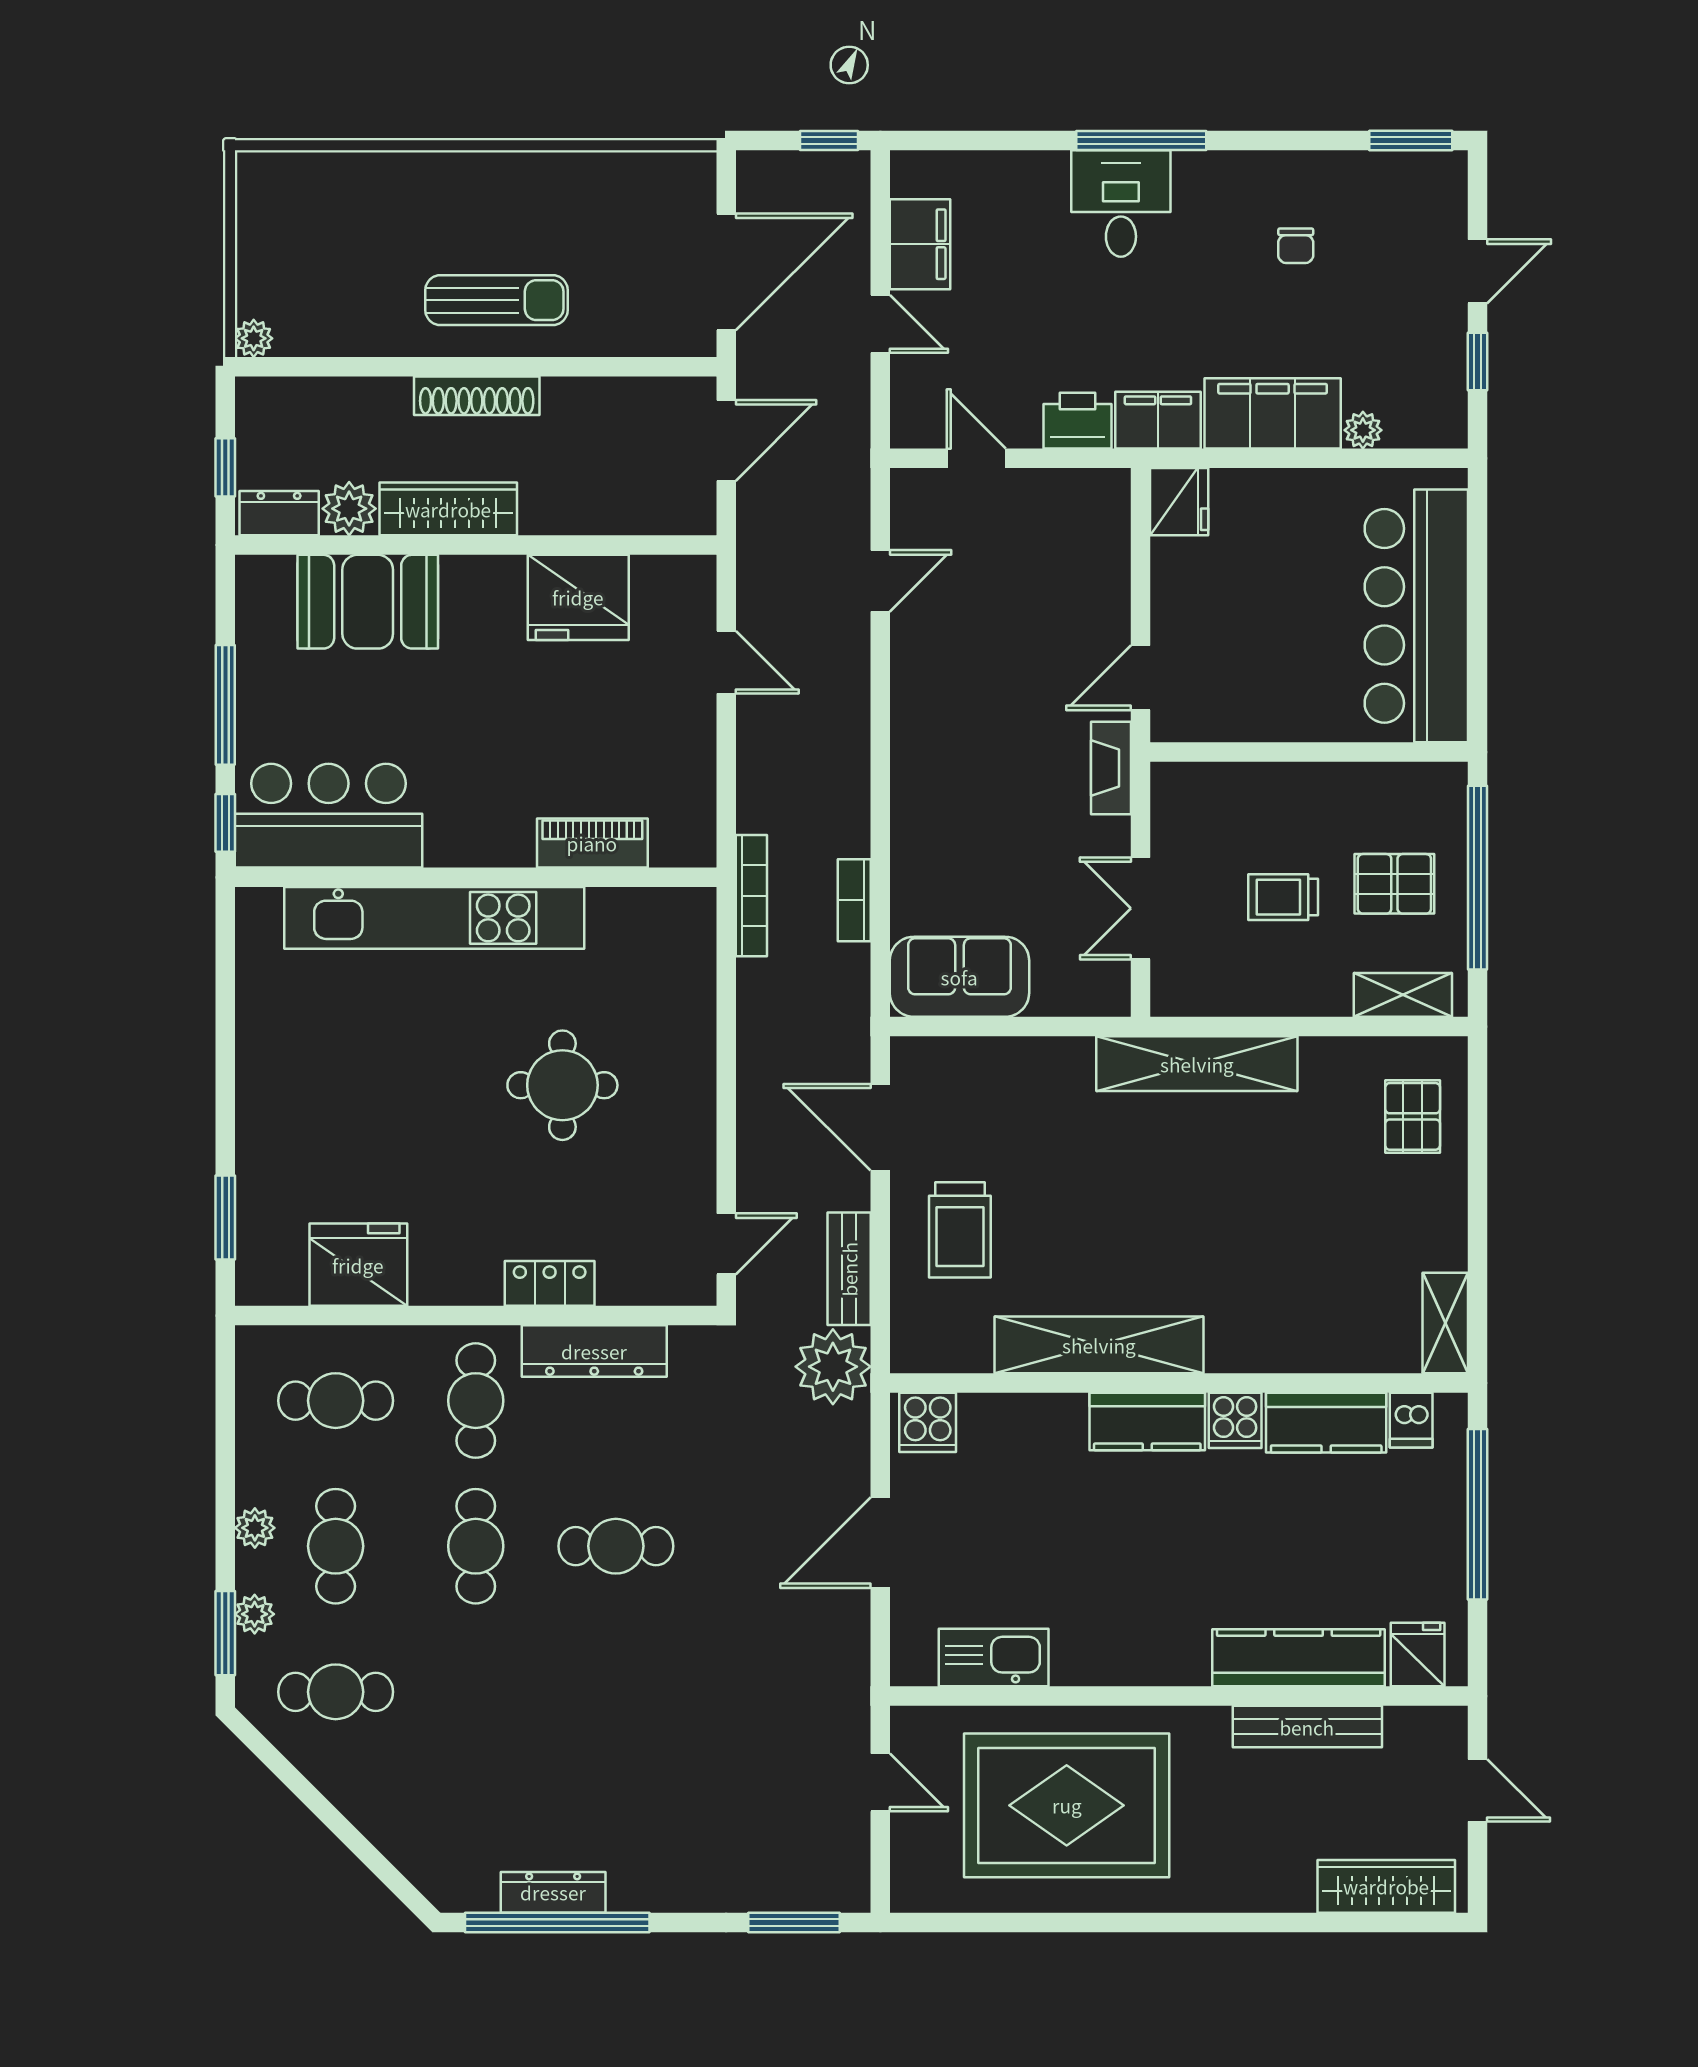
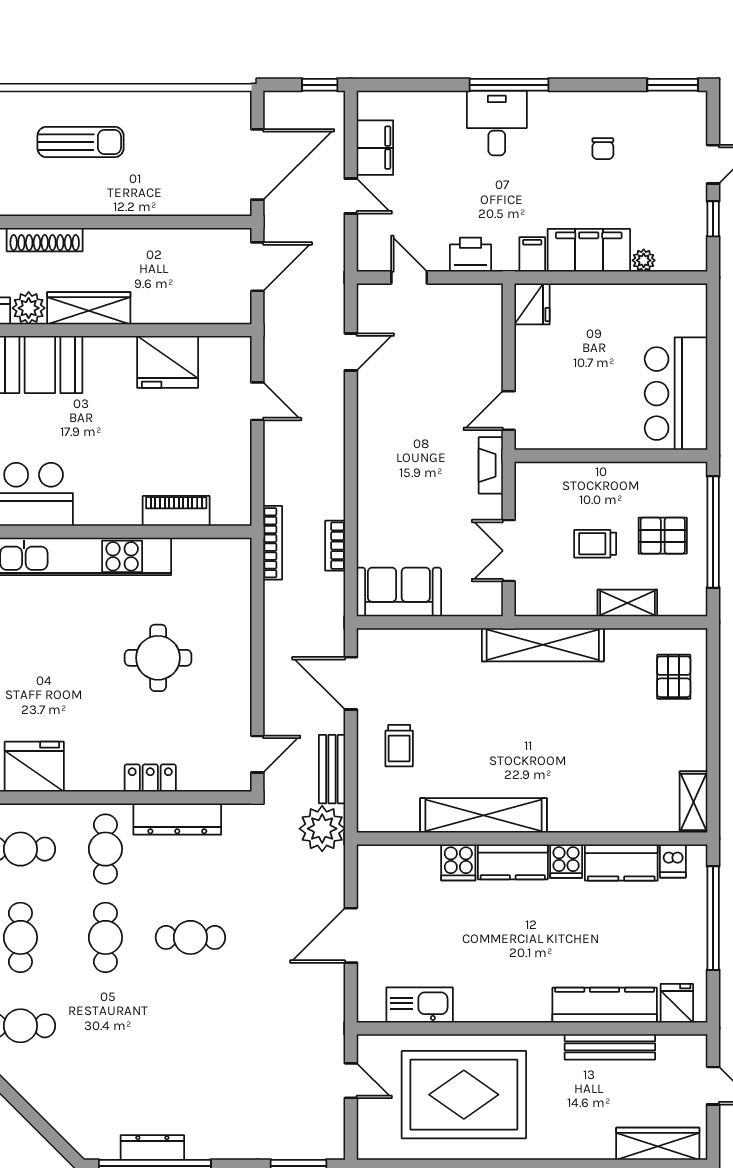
sun lounger: (497, 300) -> (81, 142), moved
shoe rack: (477, 396) -> (45, 240), moved
filing cabinet: (1158, 420) -> (532, 254), width x0.50
bar counter: (1416, 616) -> (676, 394), width x0.73
shelving: (1403, 995) -> (627, 603), moved
trolley: (960, 1230) -> (399, 746), width x0.73, depth x0.72
cooker: (928, 1422) -> (458, 862), moved

